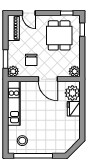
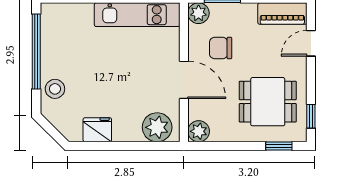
door: (48, 79) -> (184, 80), swing flipped
fridge: (74, 109) -> (97, 130), moved
stool: (22, 141) -> (55, 89), moved

